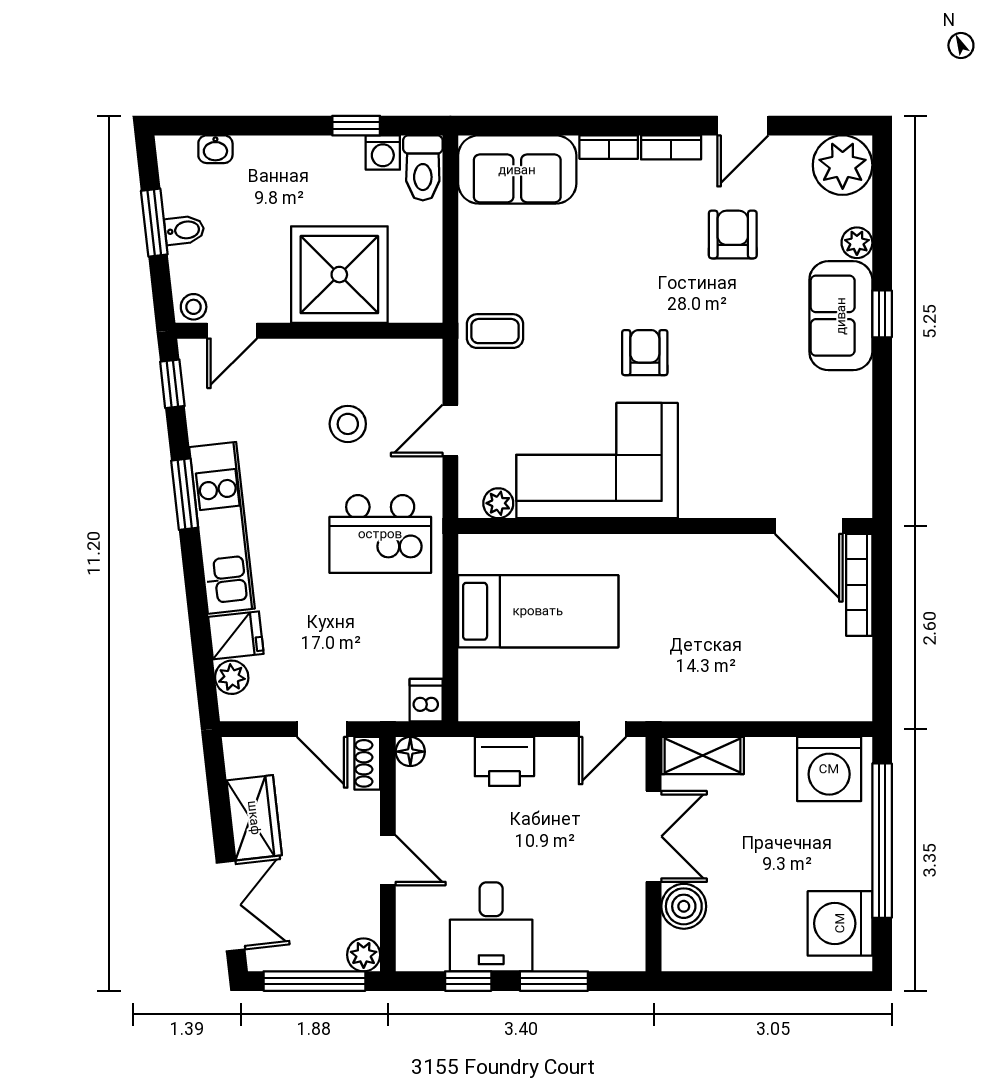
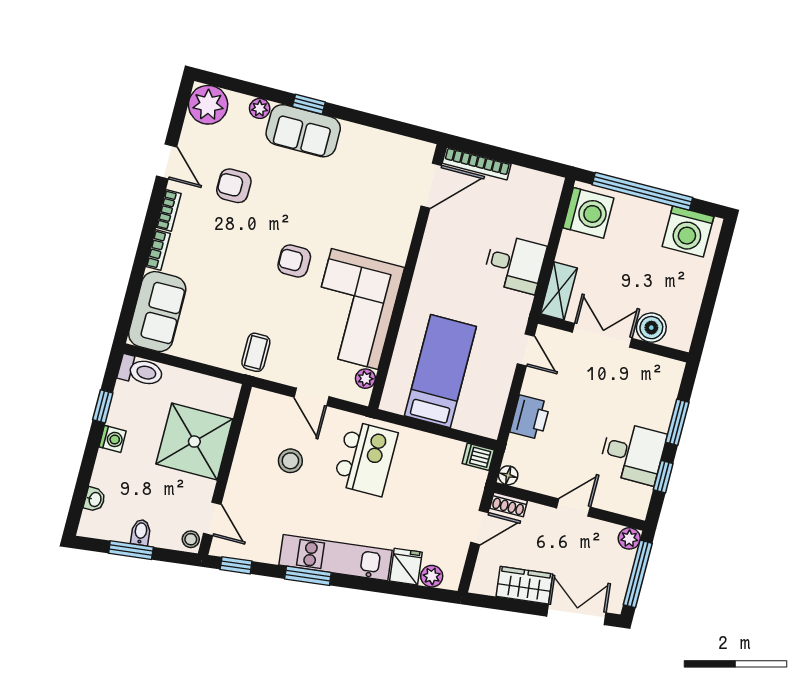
washing machine: (383, 153) -> (113, 439), moved
desk: (726, 680) -> (515, 264), added

